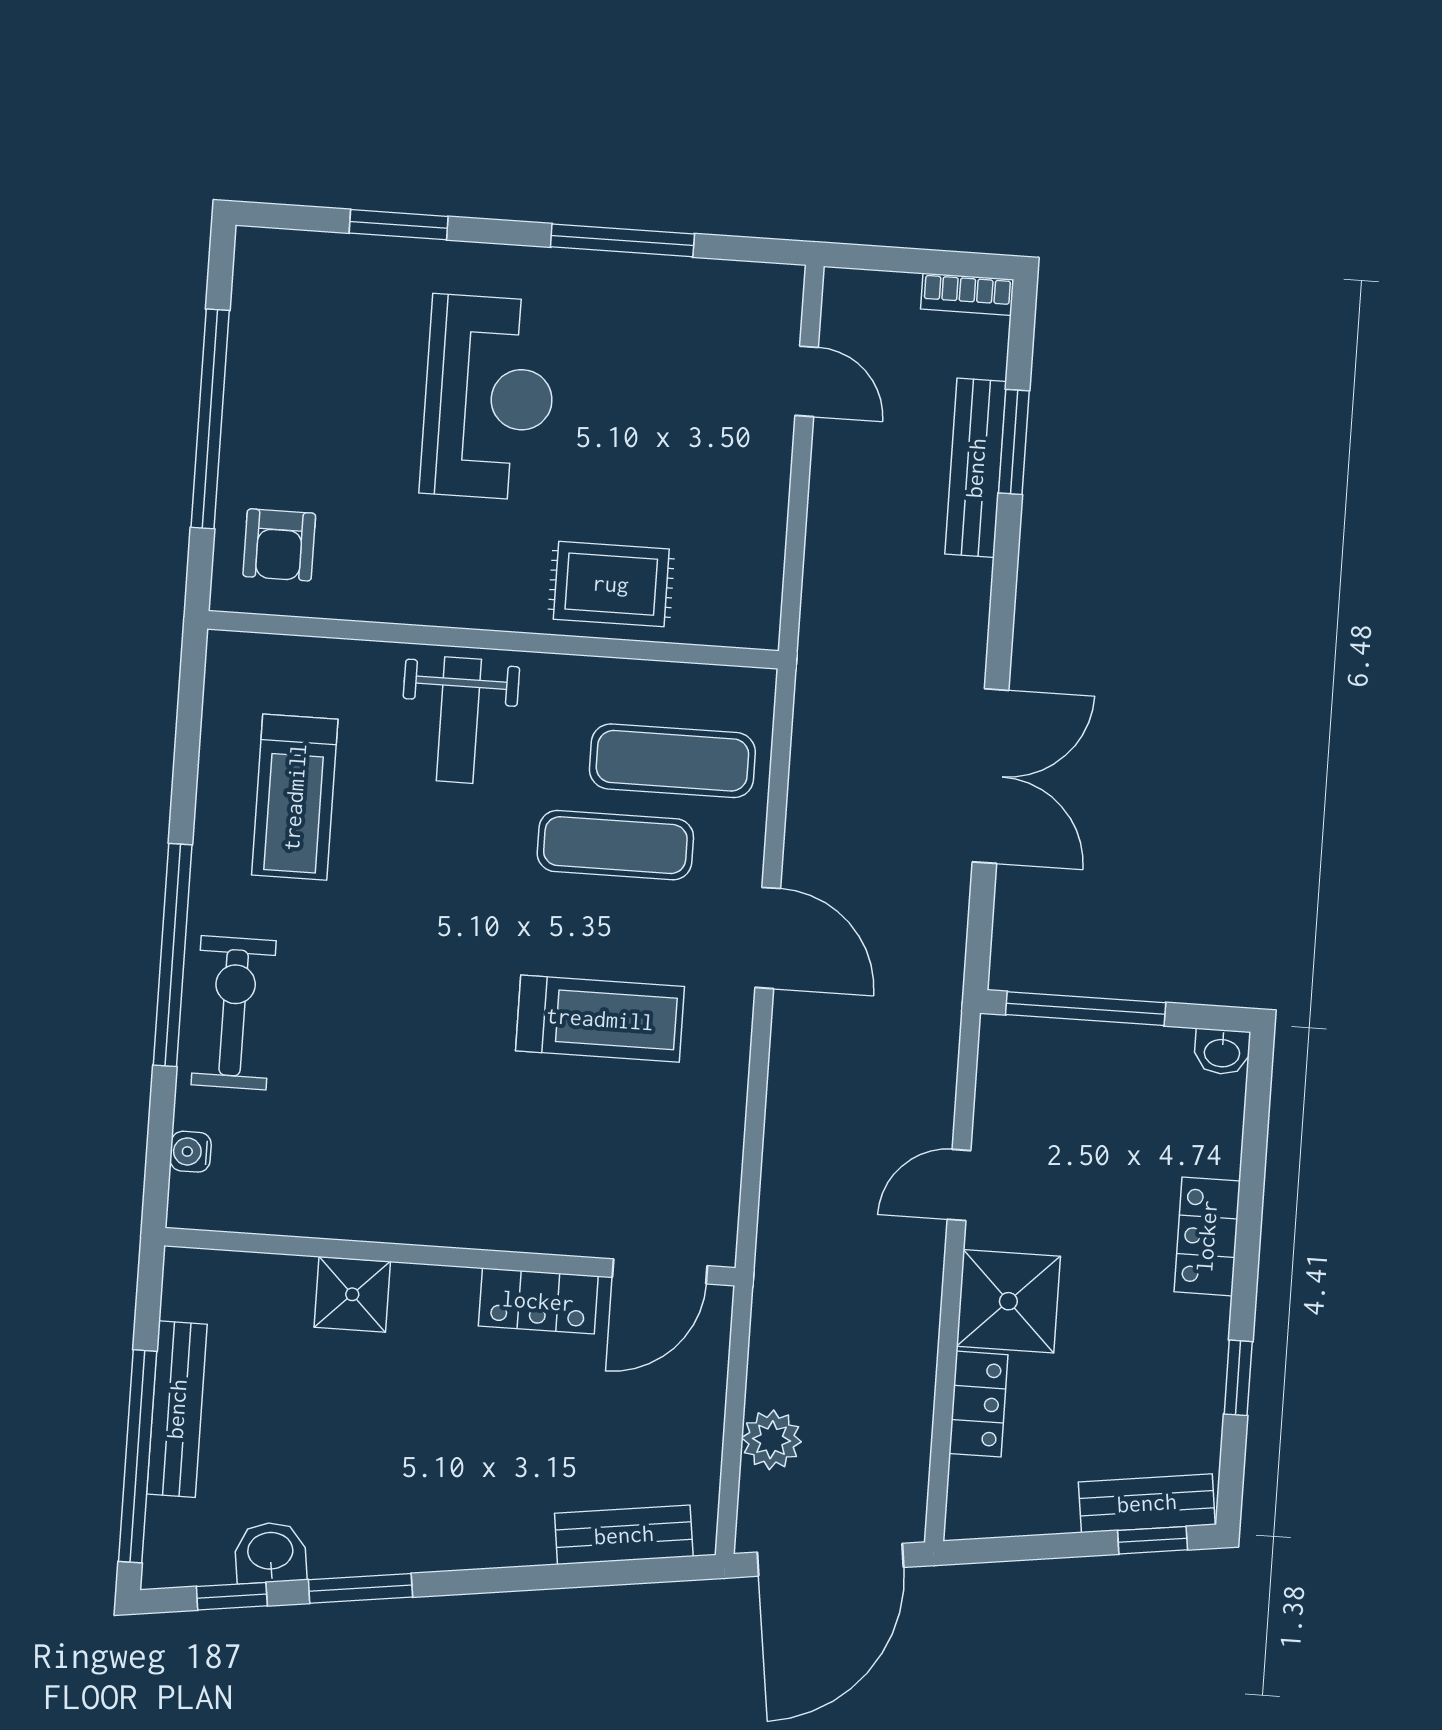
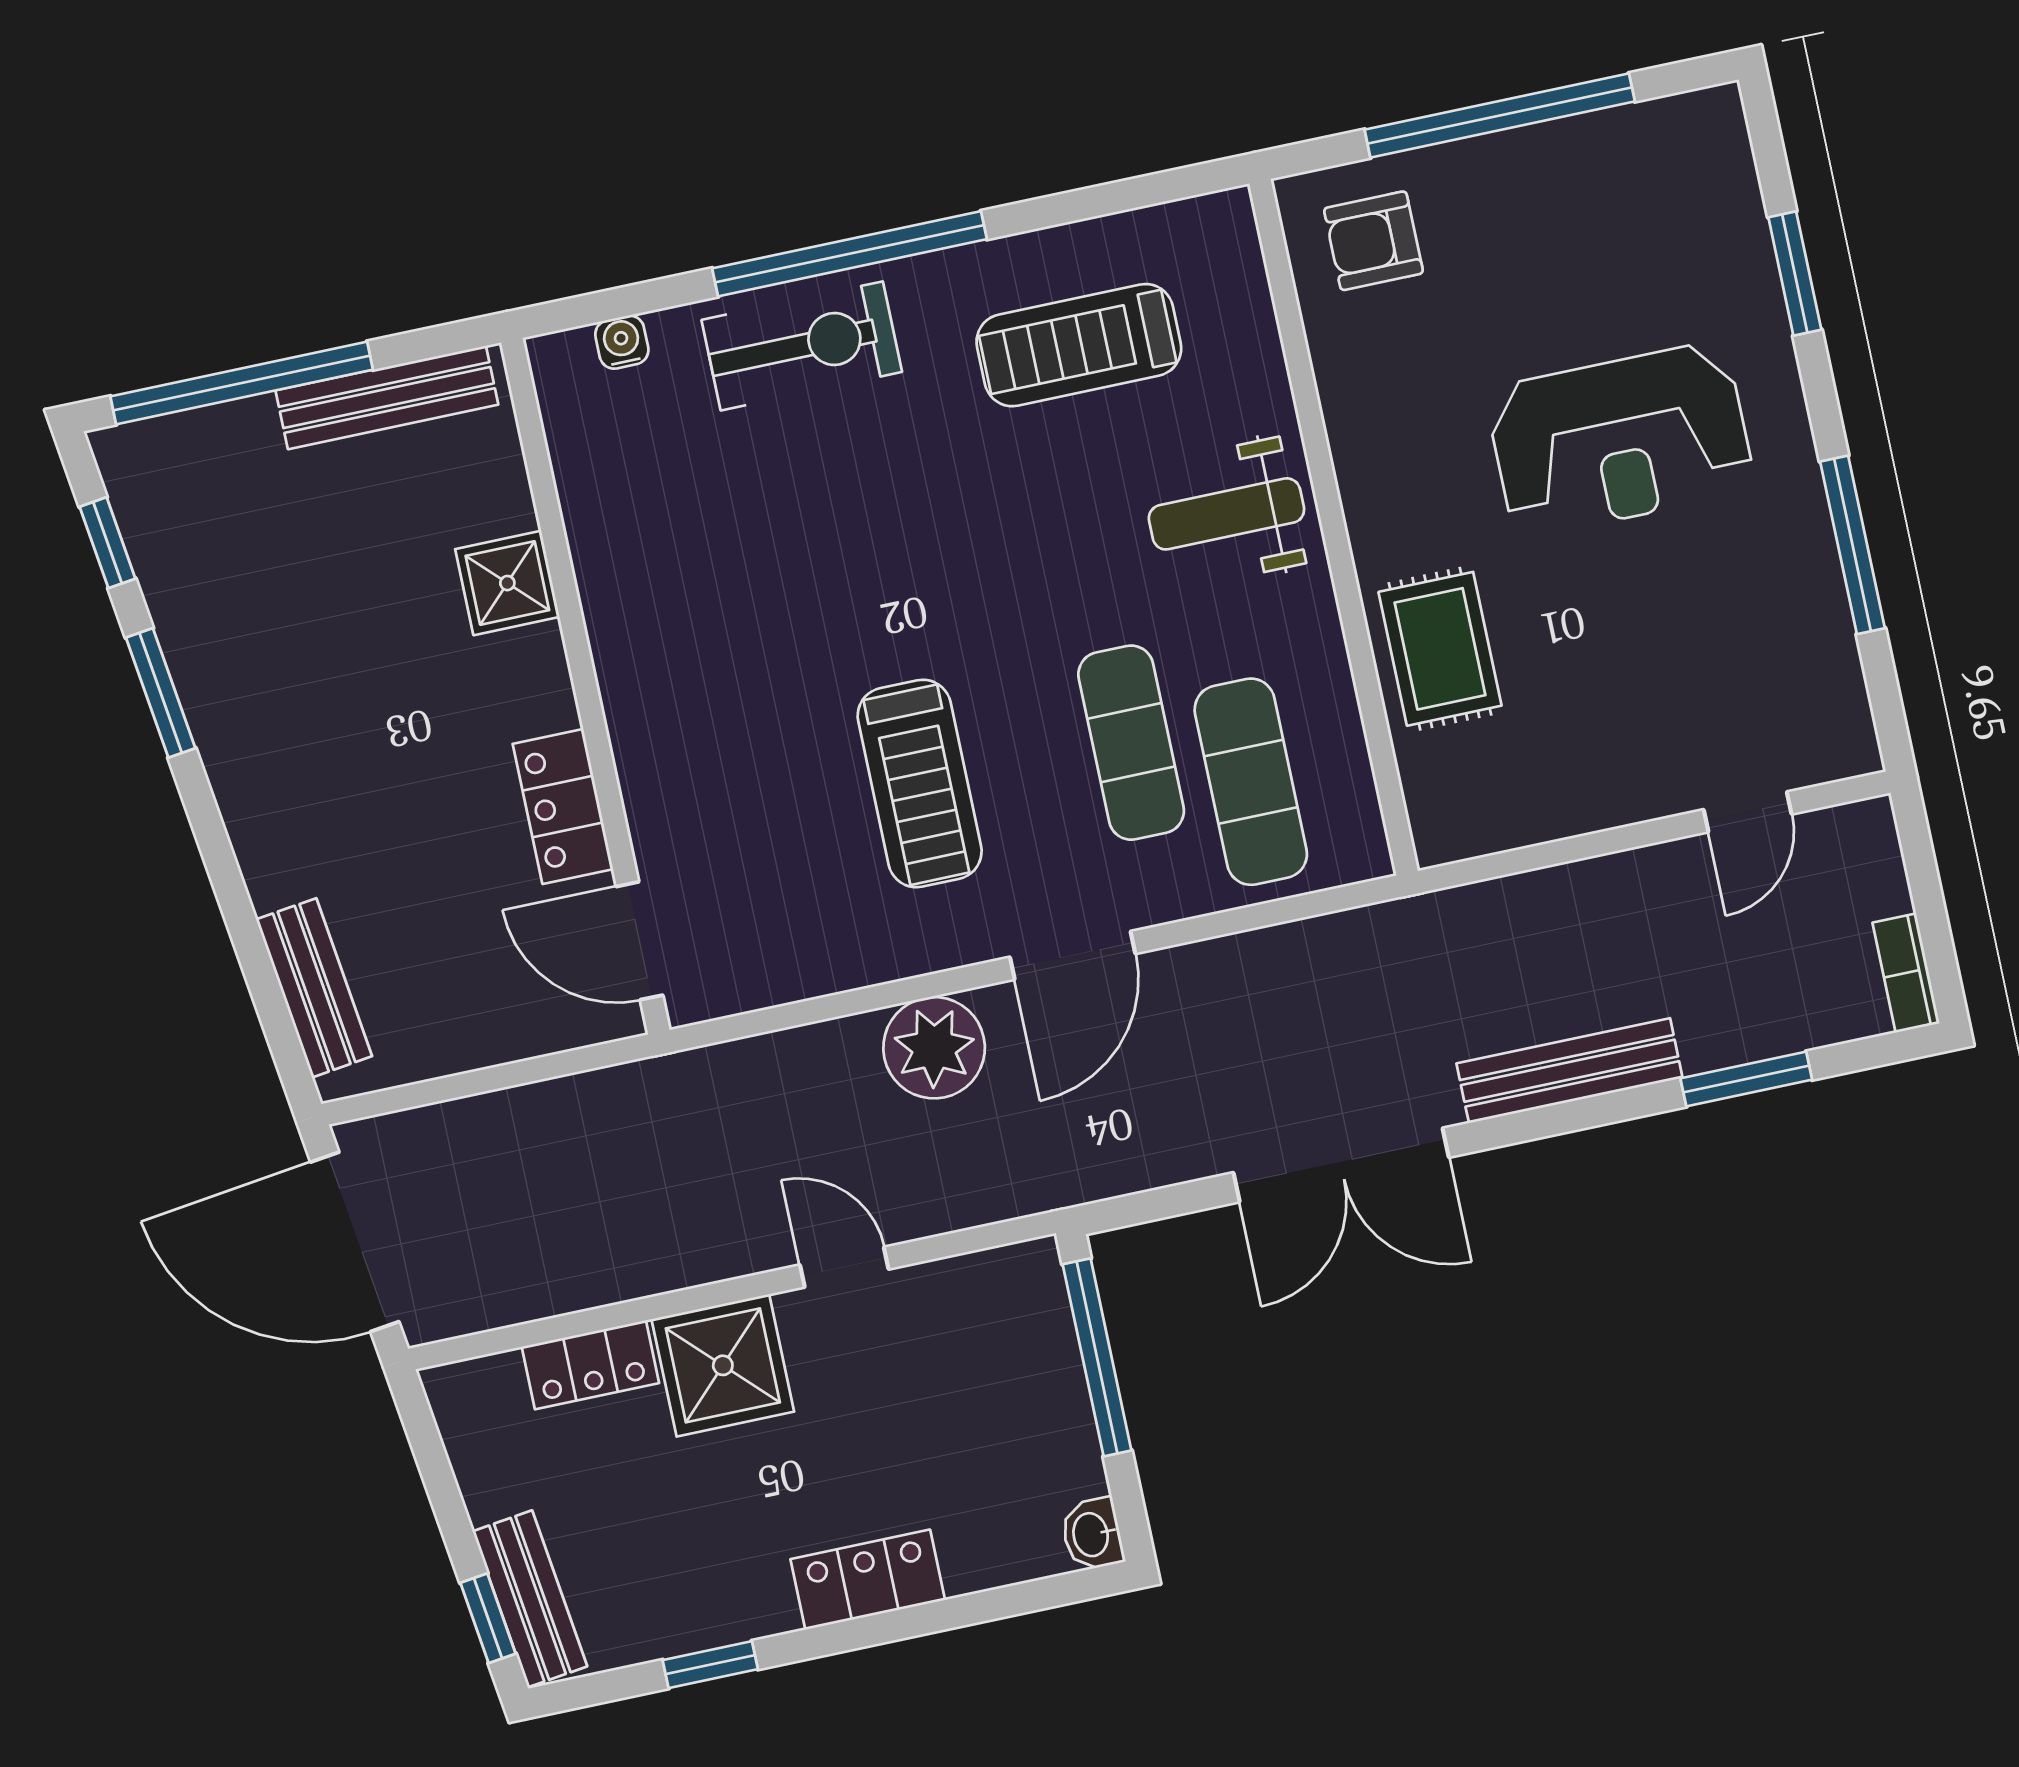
bench: (976, 468) -> (1570, 1071), moved
bench: (177, 1409) -> (387, 398), moved
plant: (771, 1440) -> (934, 1048), moved, width x1.36, depth x1.36
washbasin: (270, 1553) -> (173, 574), removed

